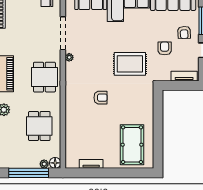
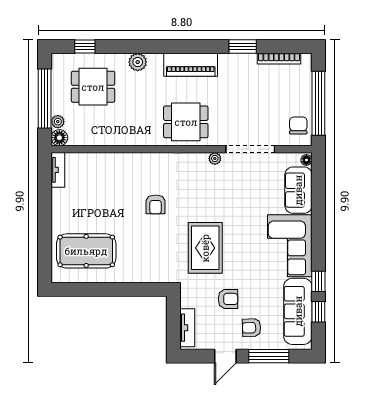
dining table: (39, 126) -> (93, 87), moved
tv unit: (91, 164) -> (58, 170), moved

